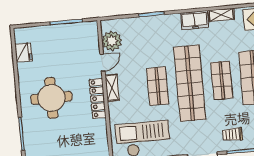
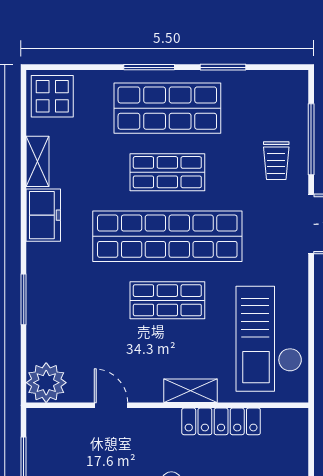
plant: (112, 41) -> (46, 383), moved
shelving: (112, 88) -> (191, 391), moved
locker: (98, 98) -> (221, 421), moved

